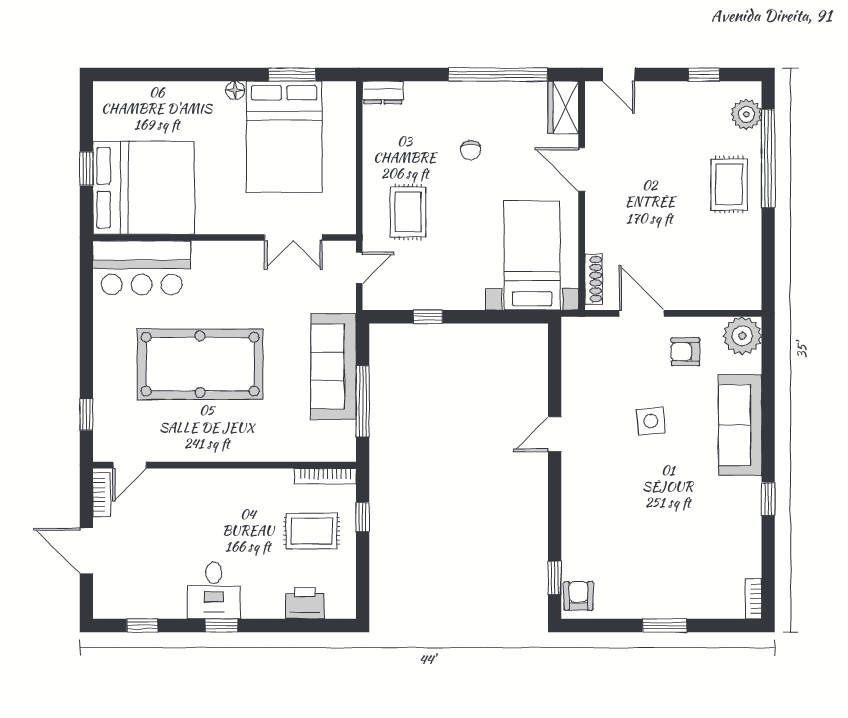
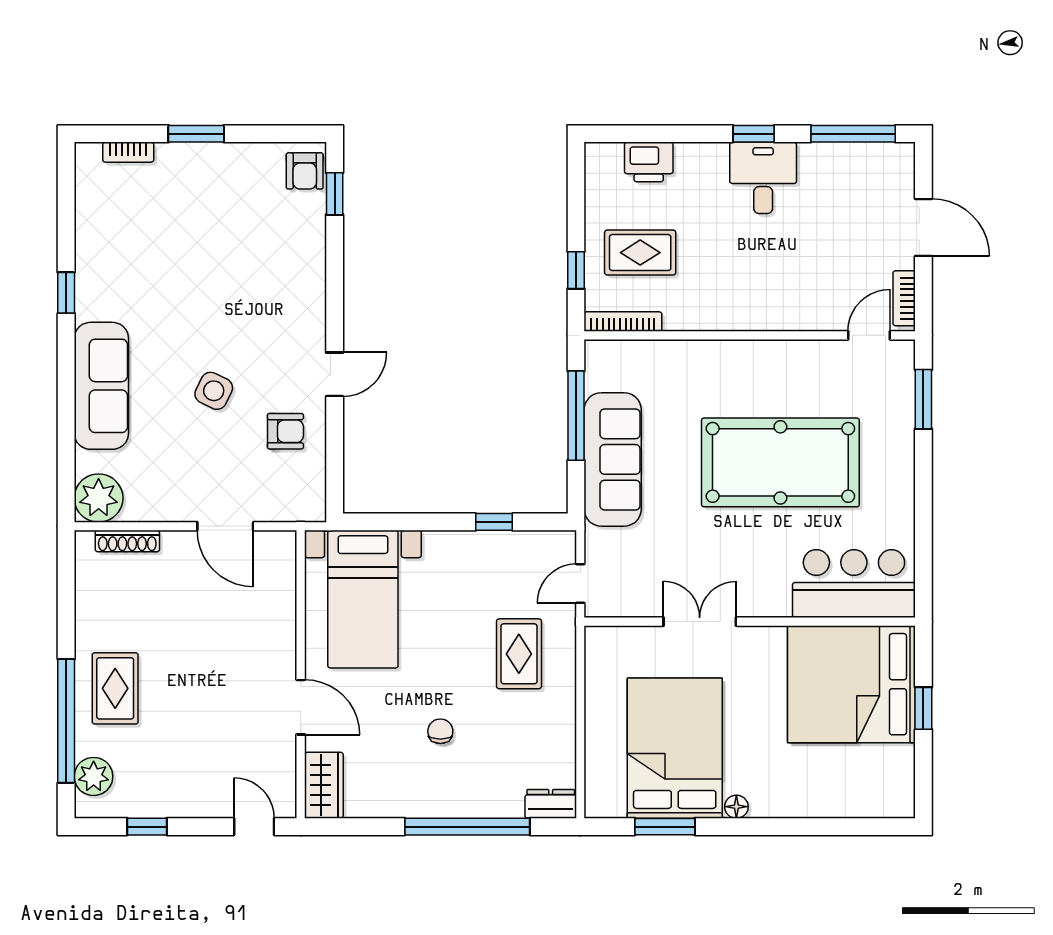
window: (498, 75) -> (467, 827), moved
double door: (293, 237) -> (700, 622), moved
shoe rack: (593, 279) -> (127, 541), moved, turned -90
armchair: (685, 352) -> (285, 431), moved
window: (86, 414) -> (923, 399), width x1.50
side table: (651, 421) -> (214, 391), turned 31
bookcase: (754, 599) -> (128, 152), moved, turned 90
window: (142, 625) -> (853, 134), width x2.17

